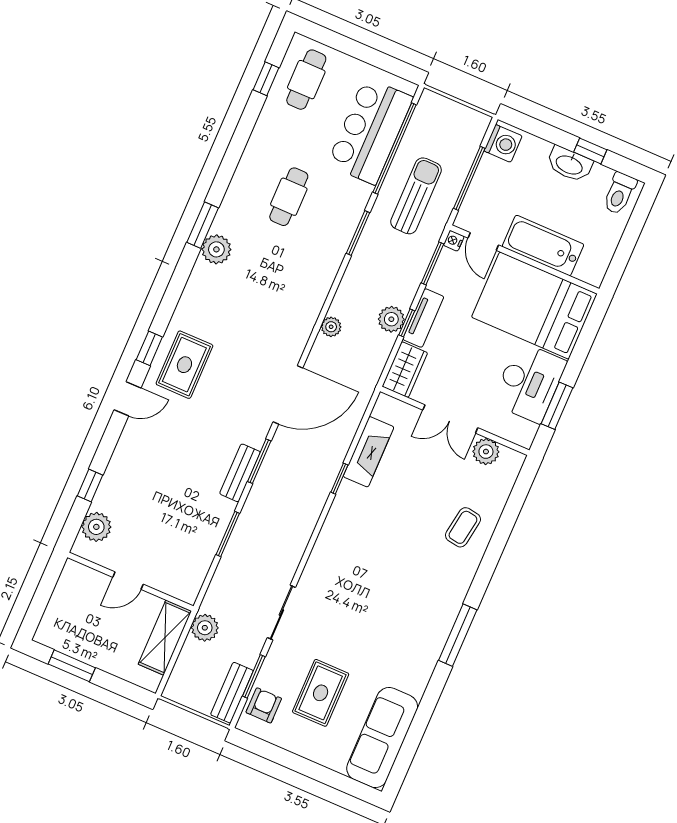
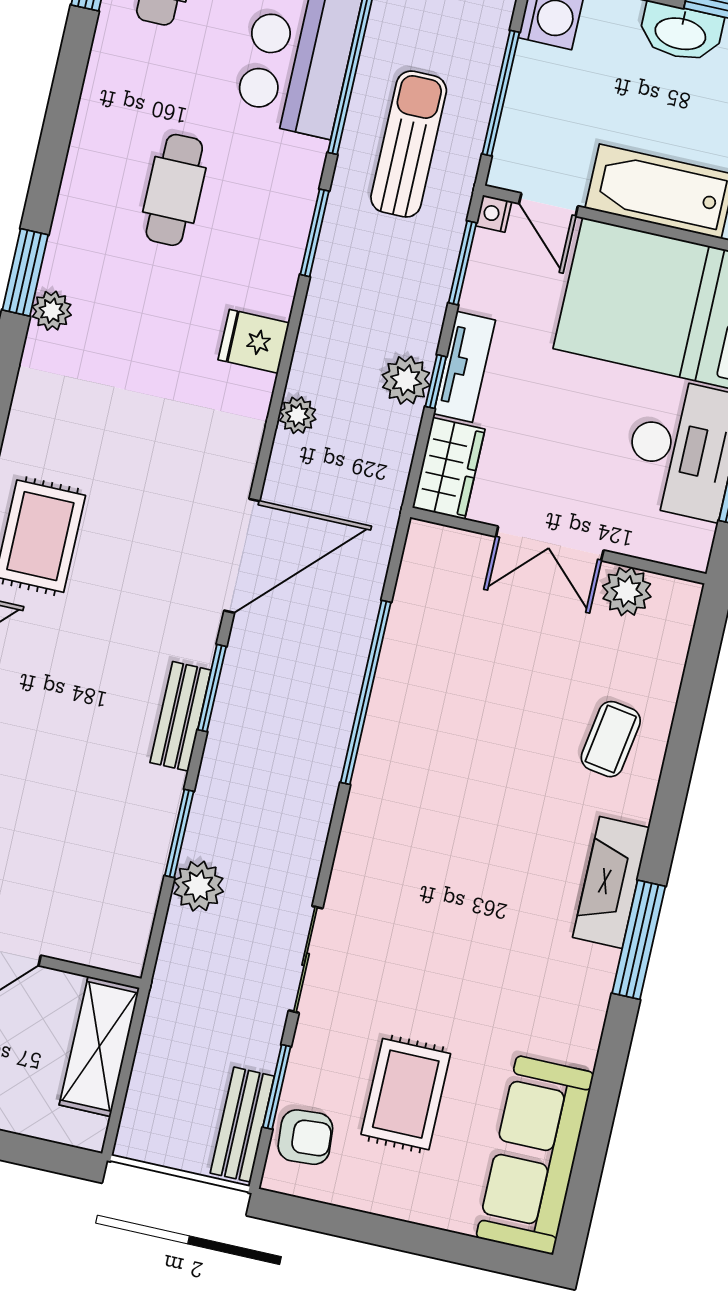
plant: (216, 249) -> (52, 311), width x0.73, depth x0.73
fridge: (315, 284) -> (254, 341), added
fireplace: (369, 452) -> (611, 883), moved, turned 180
window: (339, 479) -> (366, 692), width x3.17
plant: (205, 628) -> (198, 886), moved
armchair: (264, 705) -> (305, 1137), turned 86

